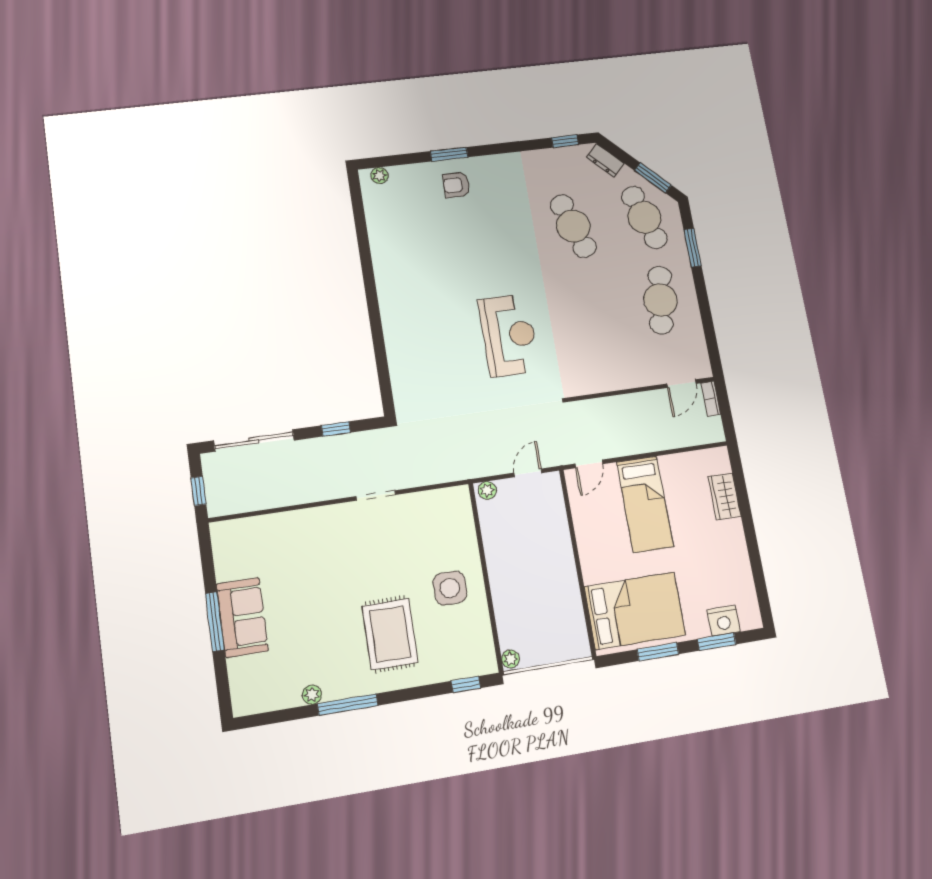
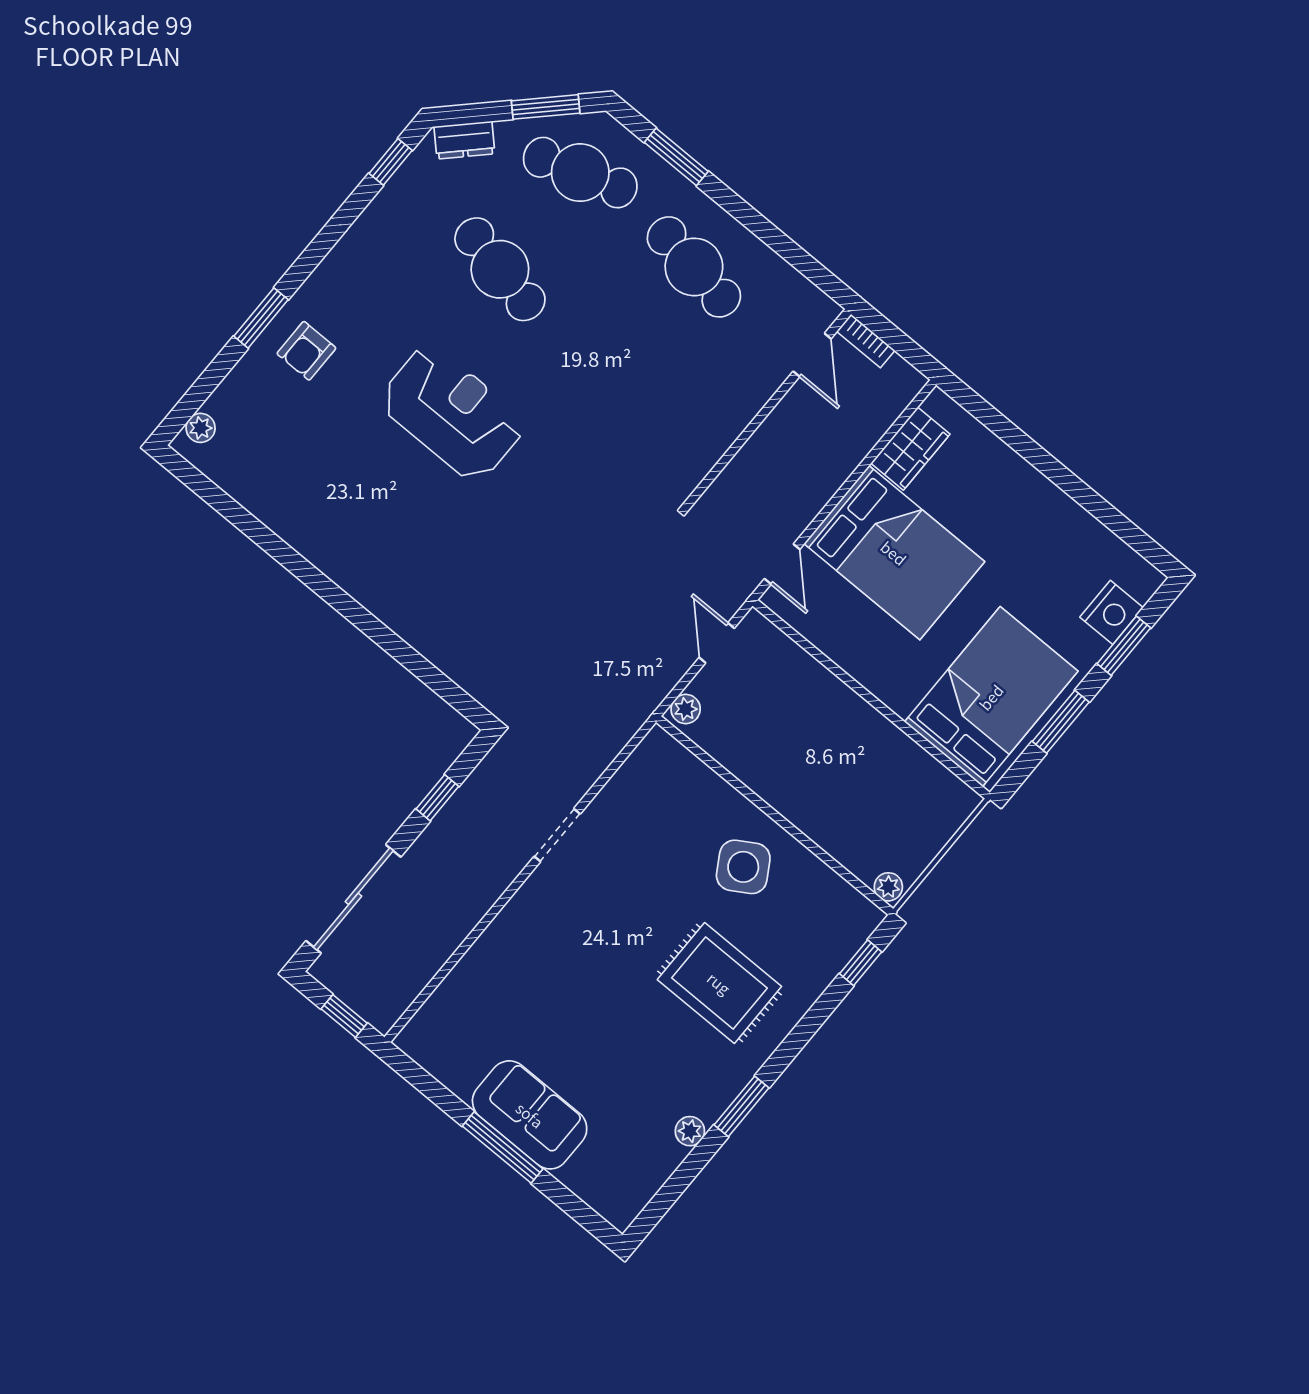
cafe table: (573, 226) -> (500, 269), turned 30
reception desk: (509, 335) -> (452, 413), moved
wardrobe: (724, 496) -> (910, 449), moved, turned -90
bed: (645, 504) -> (894, 553), width x1.50
side table: (450, 588) -> (743, 867), turned -31
window: (348, 705) -> (741, 1106), width x0.69

